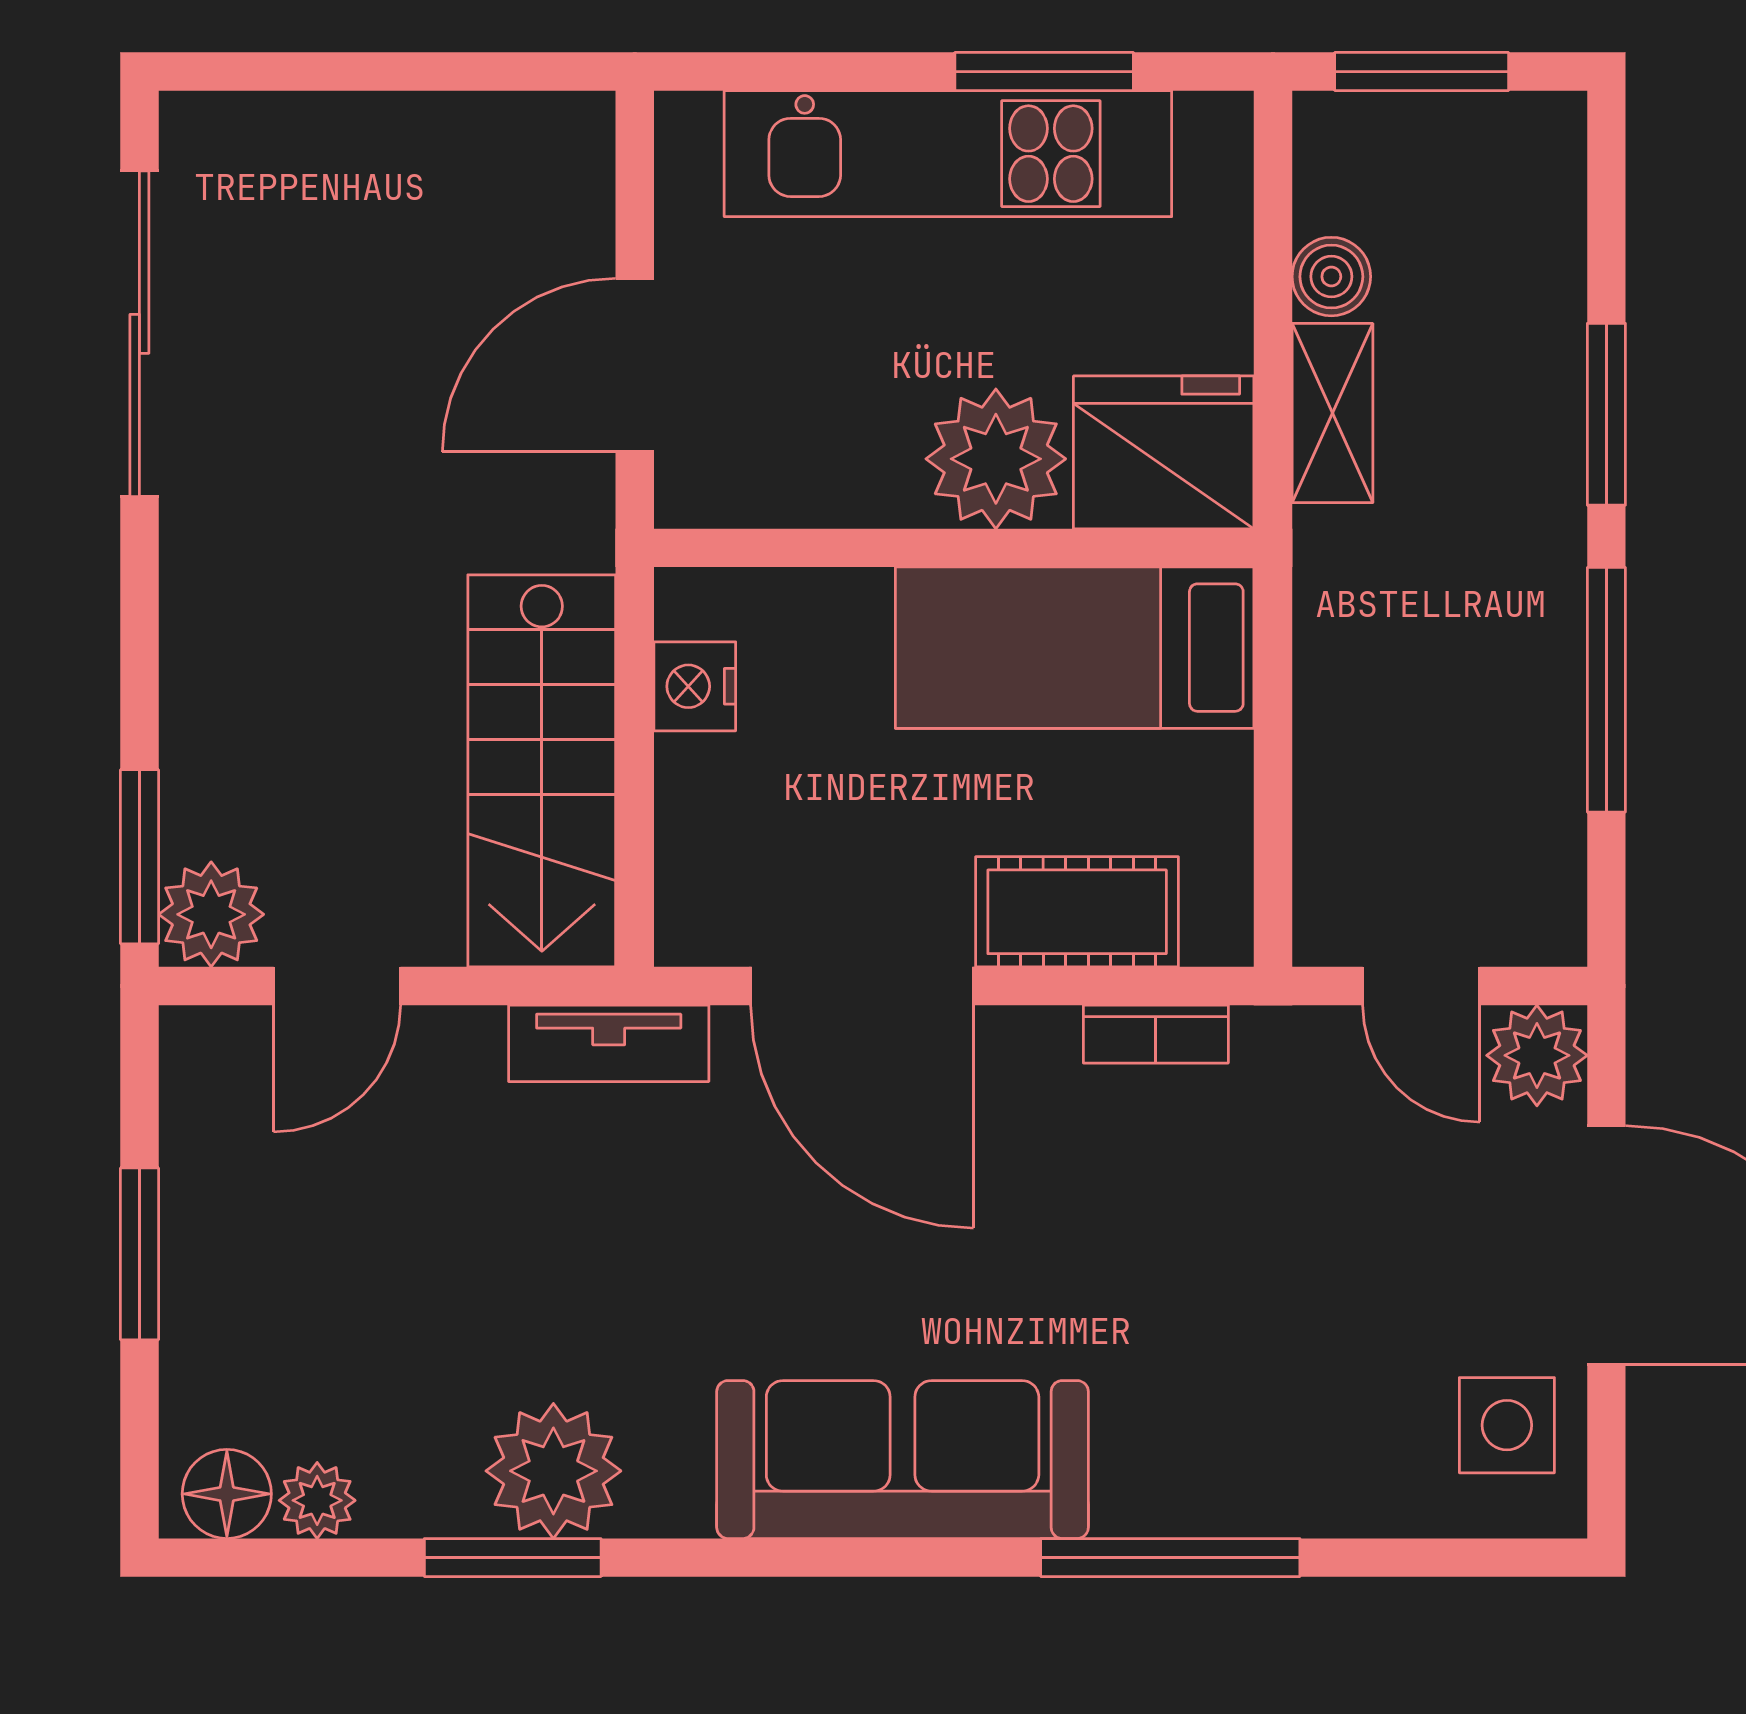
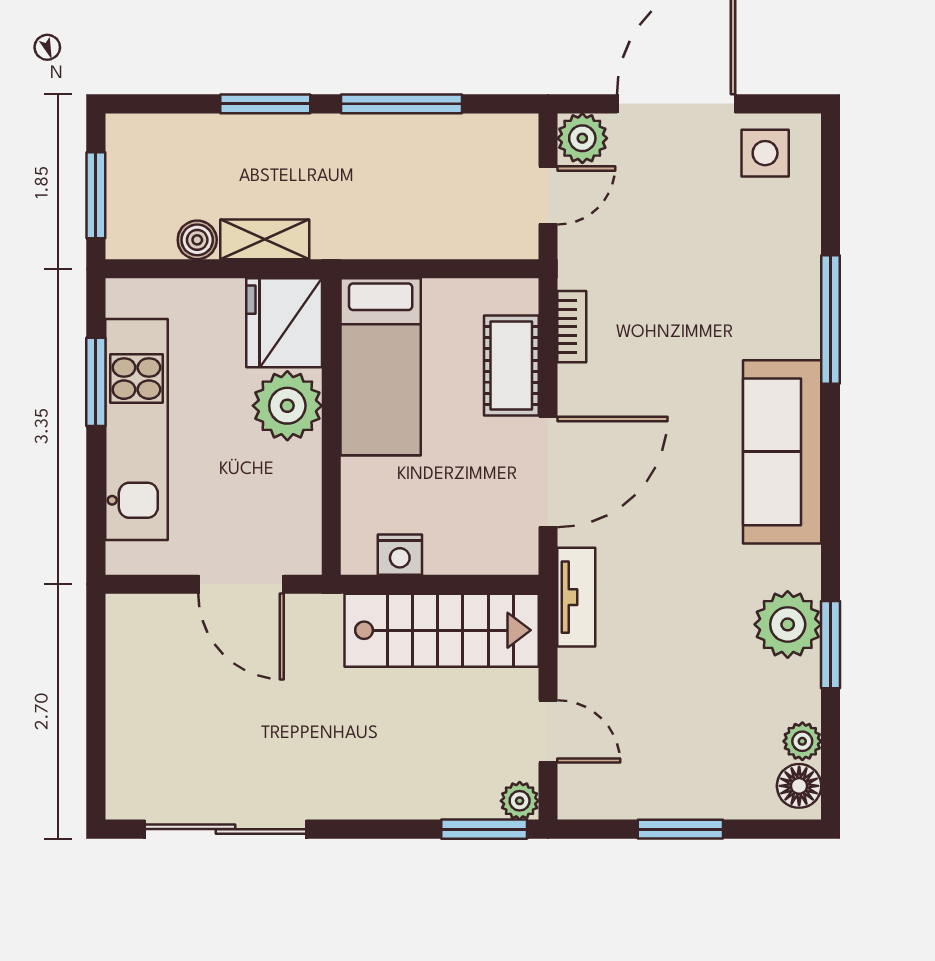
plant: (211, 914) -> (520, 801), width x0.73, depth x0.73

